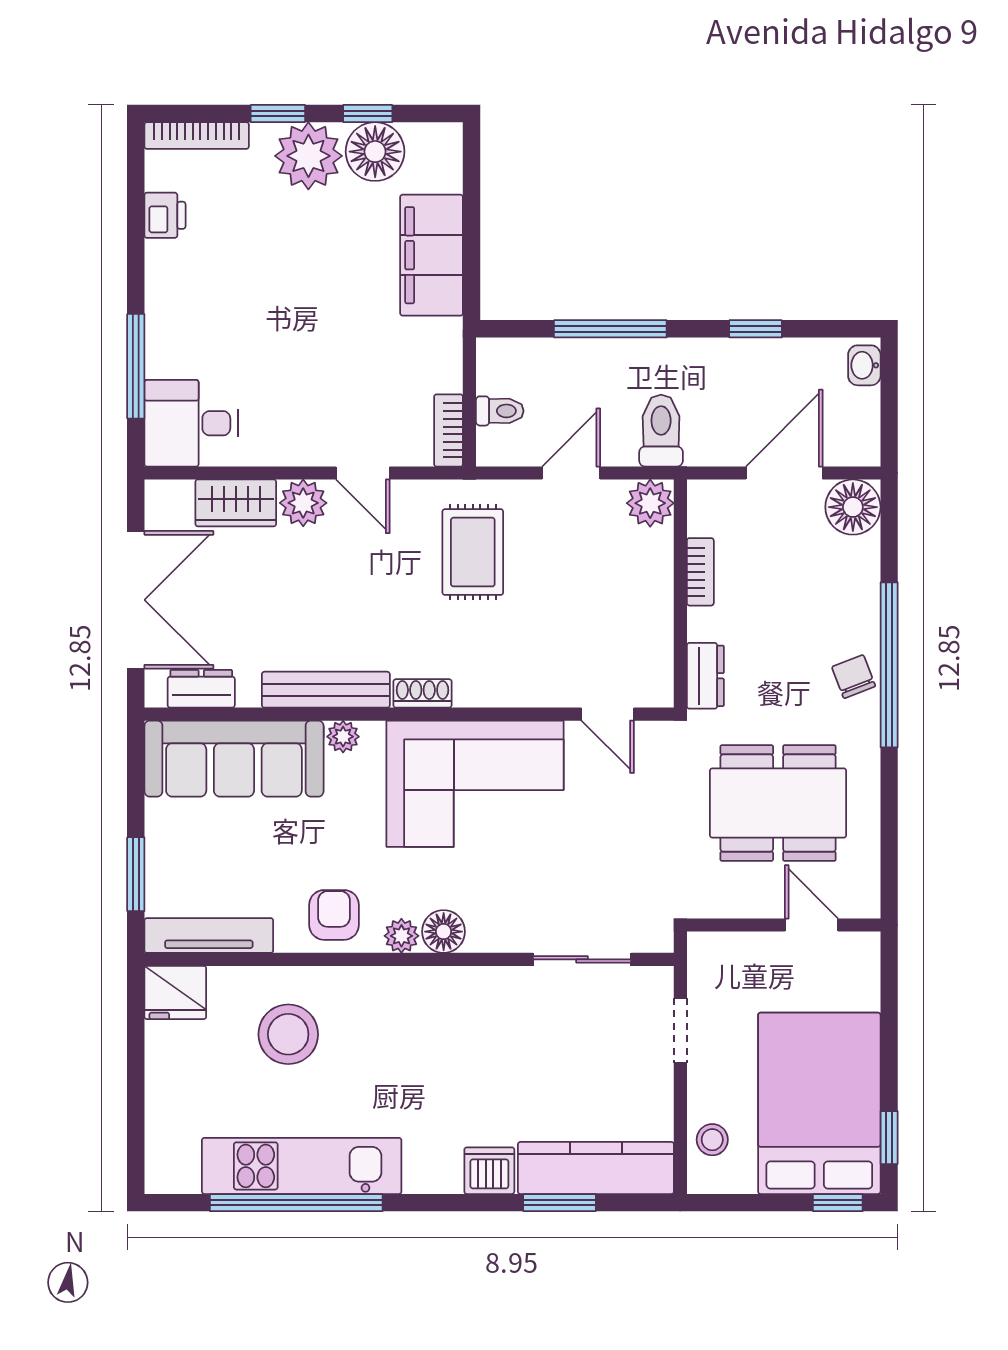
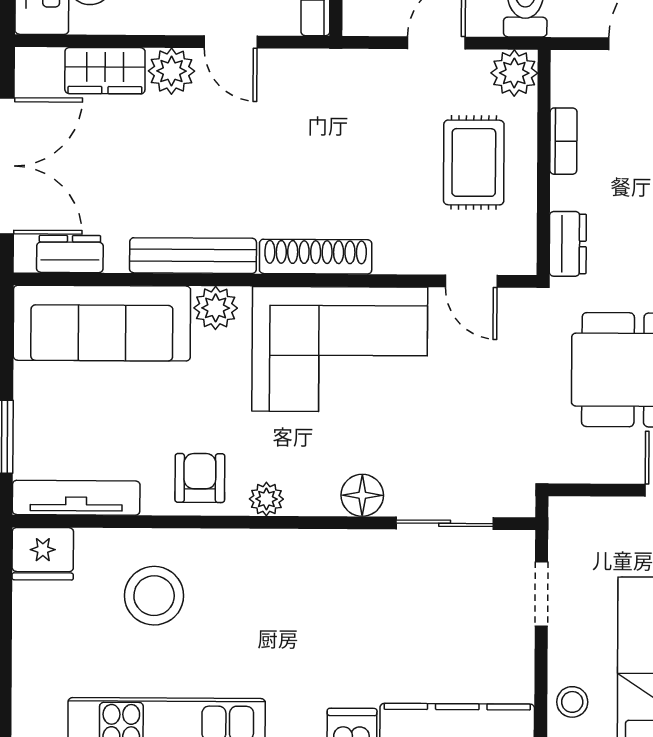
rug: (473, 552) -> (474, 162), moved
shoe rack: (423, 693) -> (316, 257), width x1.94, depth x1.24
plant: (343, 737) -> (216, 308), width x1.38, depth x1.38
floor lamp: (444, 932) -> (362, 495), moved

